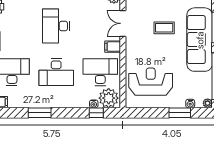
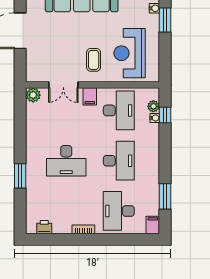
coffee table: (164, 28) -> (94, 60), moved
desk: (100, 72) -> (119, 110), turned 180
plant: (109, 98) -> (153, 106), width x0.53, depth x0.53
window: (40, 113) -> (165, 196), moved

